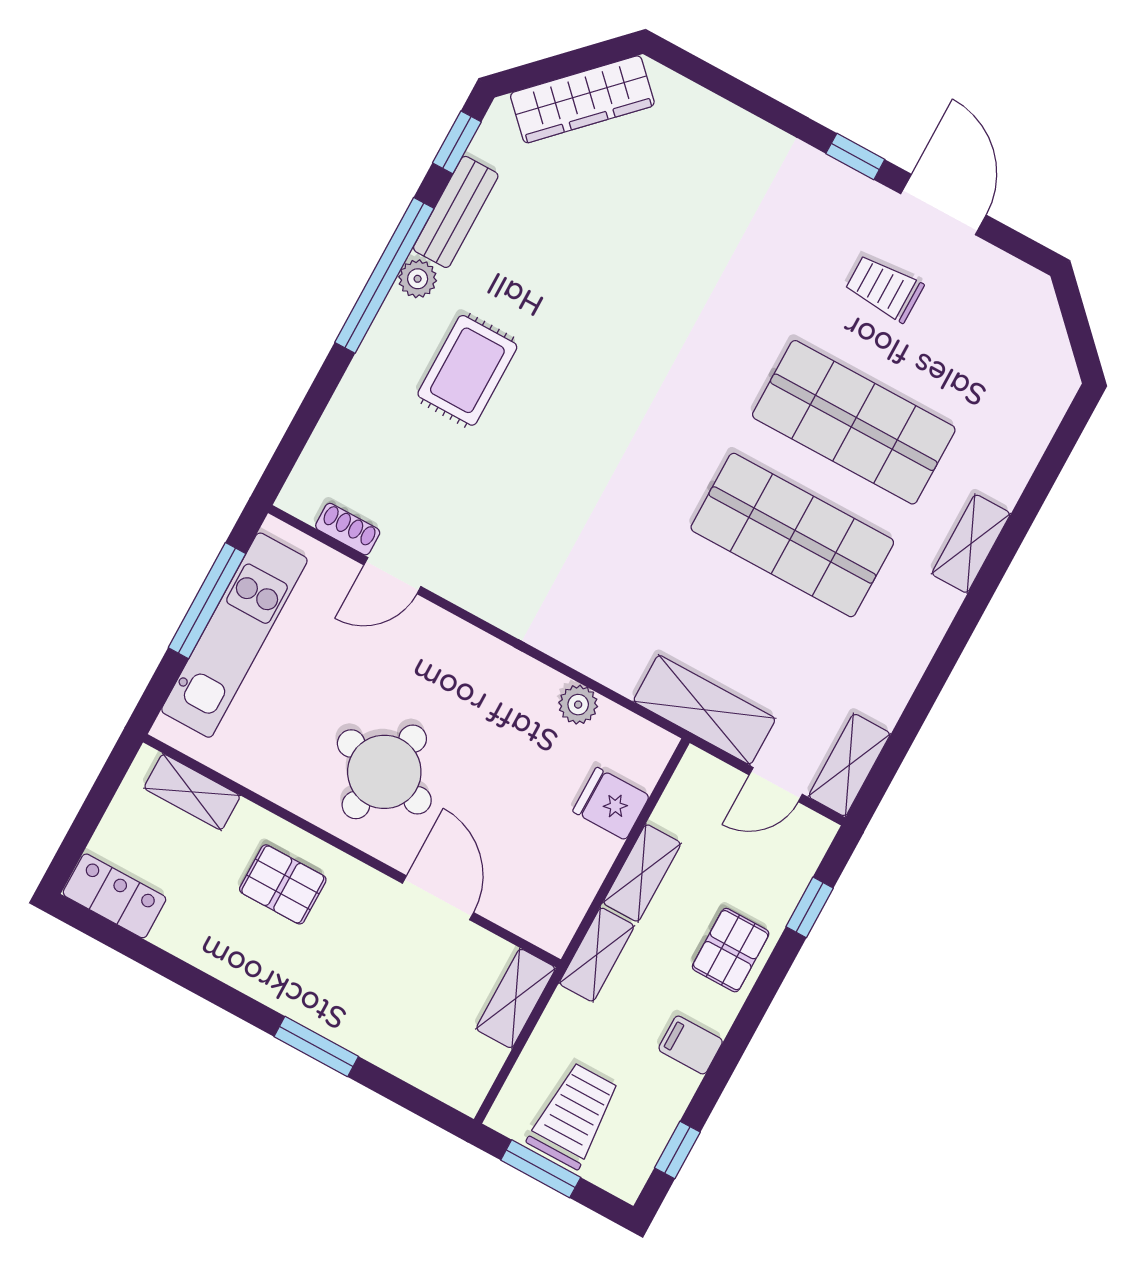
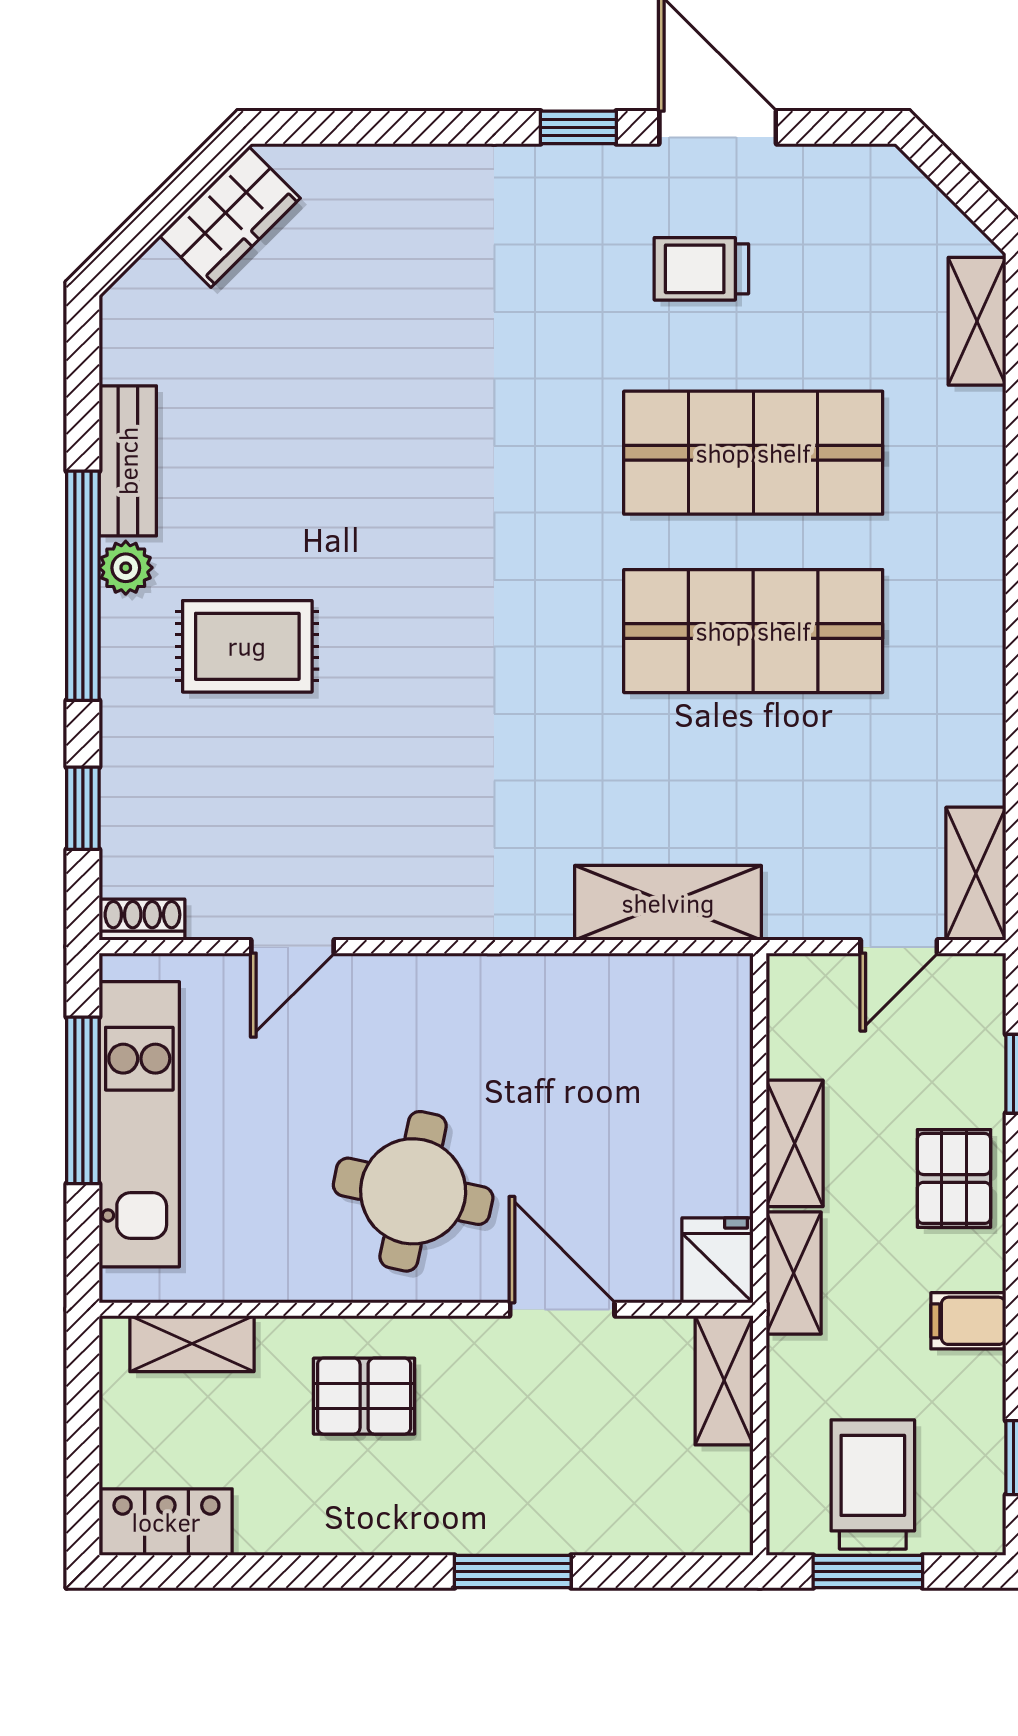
wardrobe: (582, 99) -> (230, 217), width x0.67
window: (457, 142) -> (83, 808), moved
rug: (467, 370) -> (247, 646), turned 90
shoe rack: (348, 529) -> (142, 920), moved
shelving: (971, 544) -> (977, 321), moved
plant: (578, 705) -> (605, 980), removed
shelving: (704, 710) -> (668, 903), moved
fridge: (611, 804) -> (718, 1260), moved, turned 90

